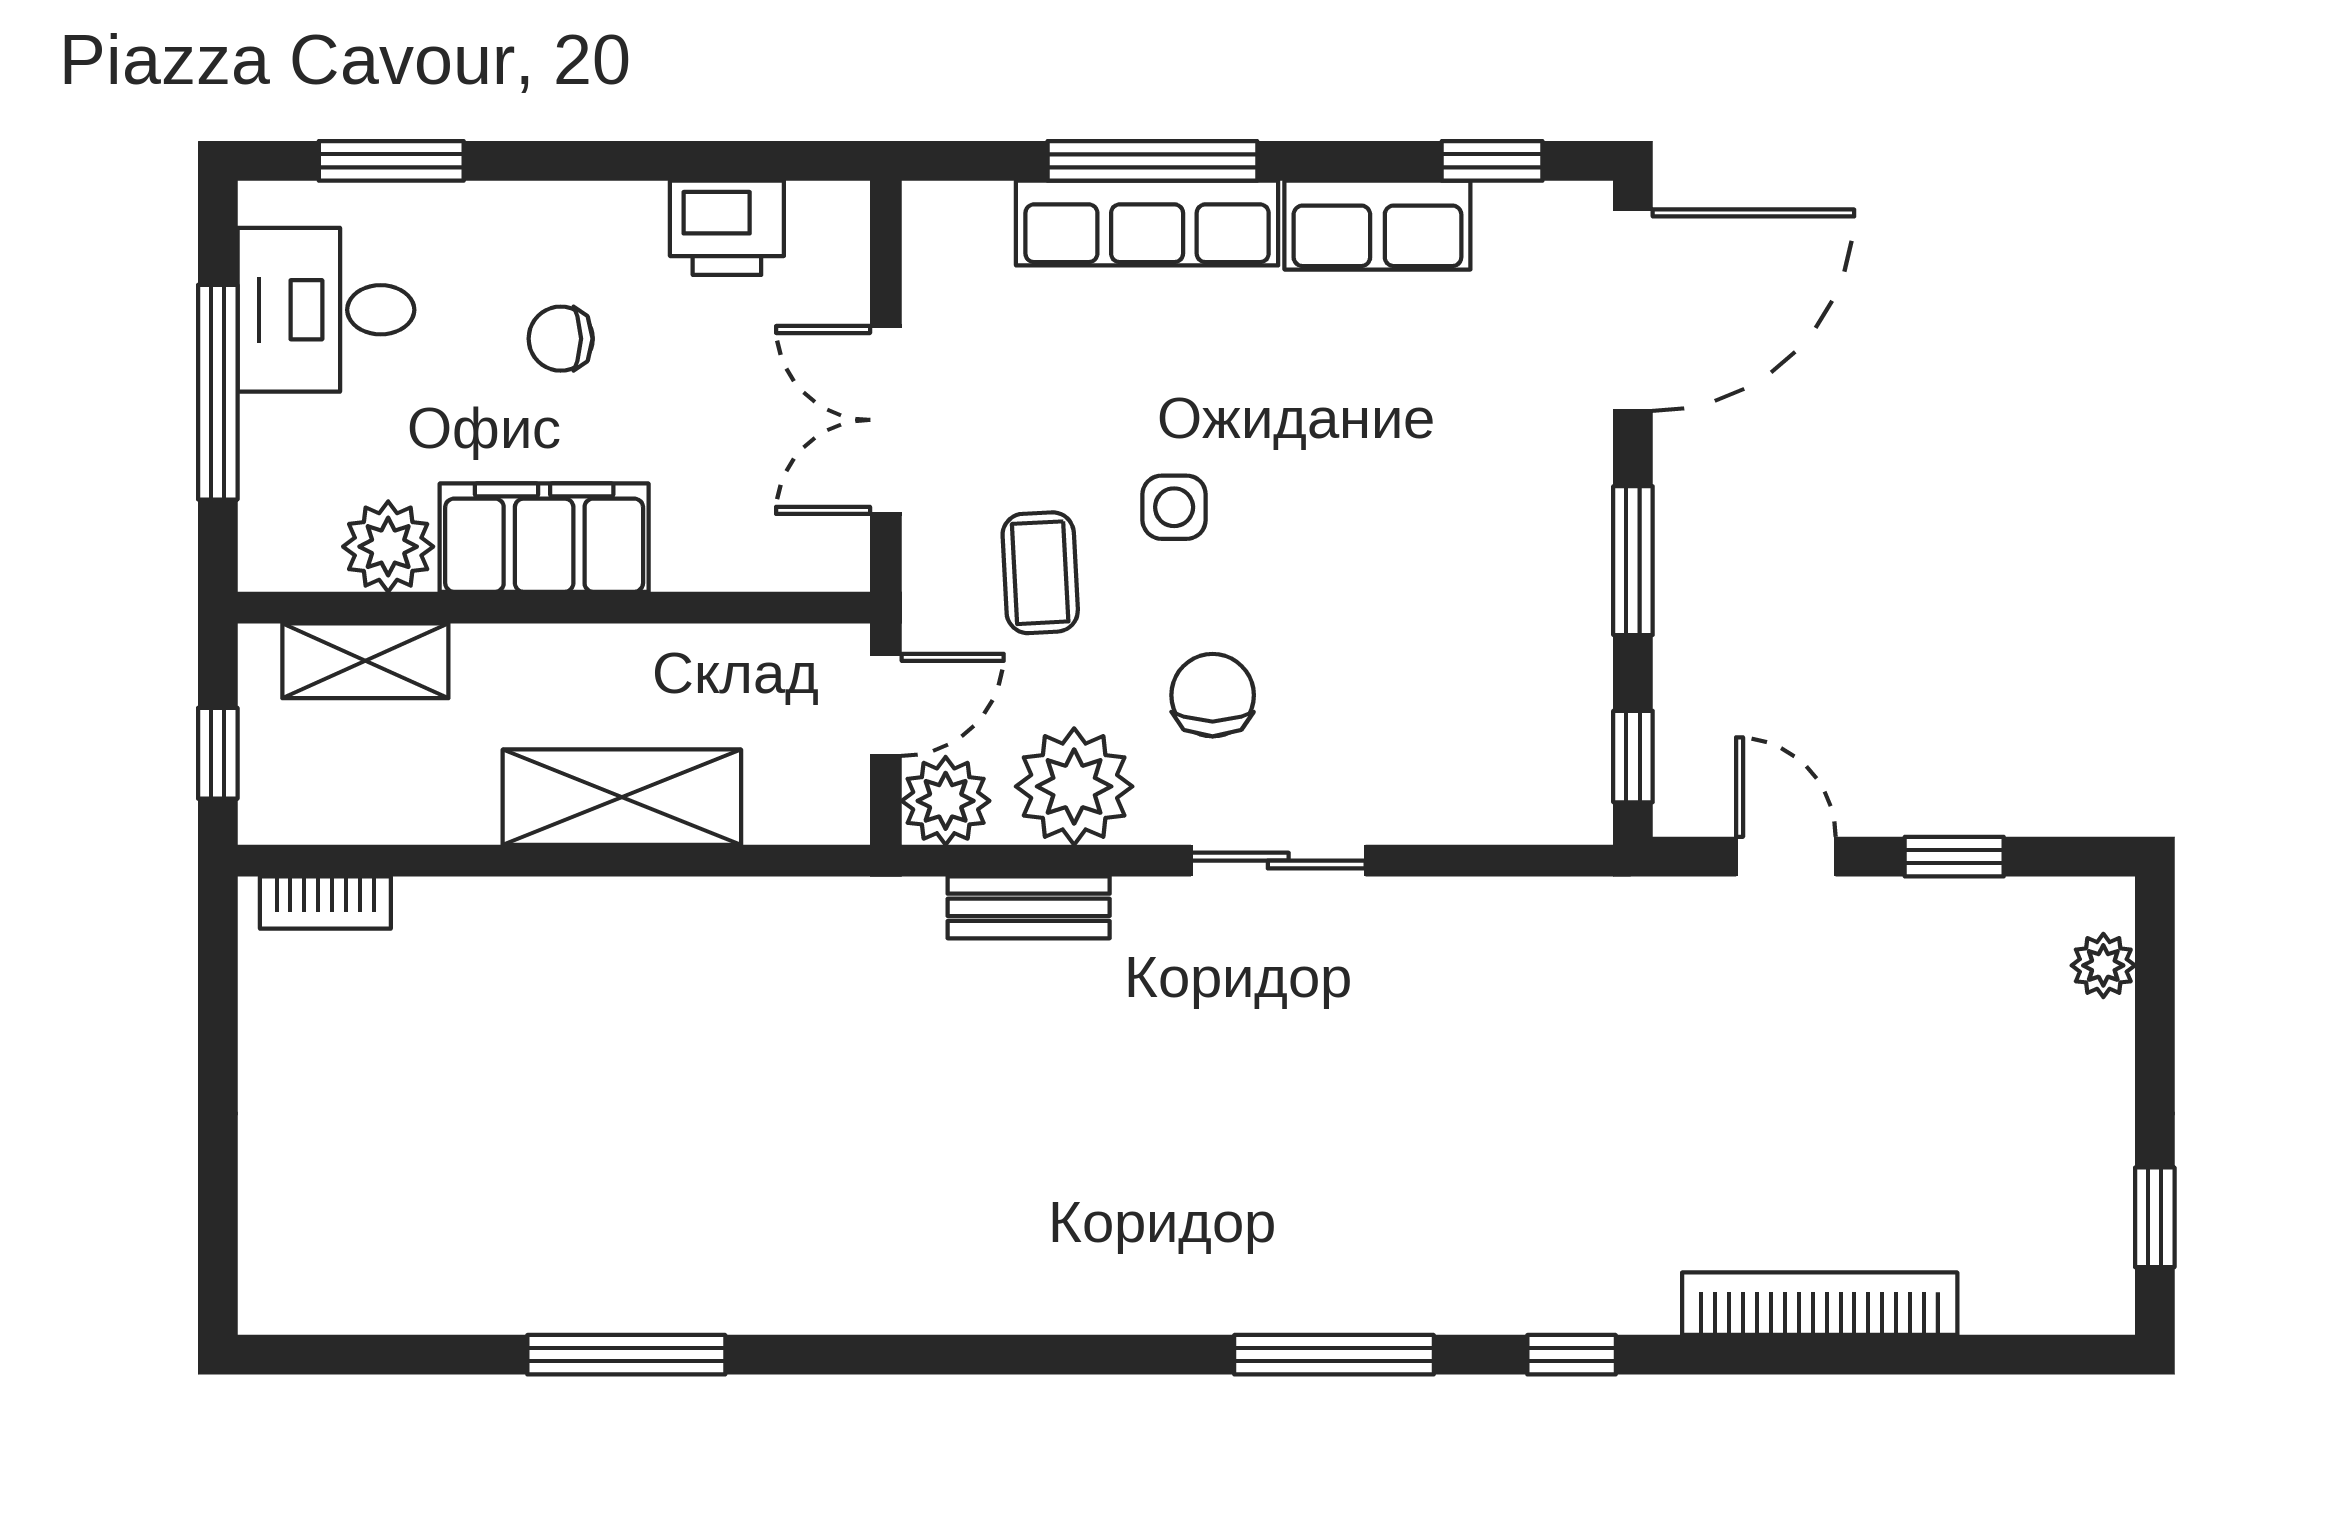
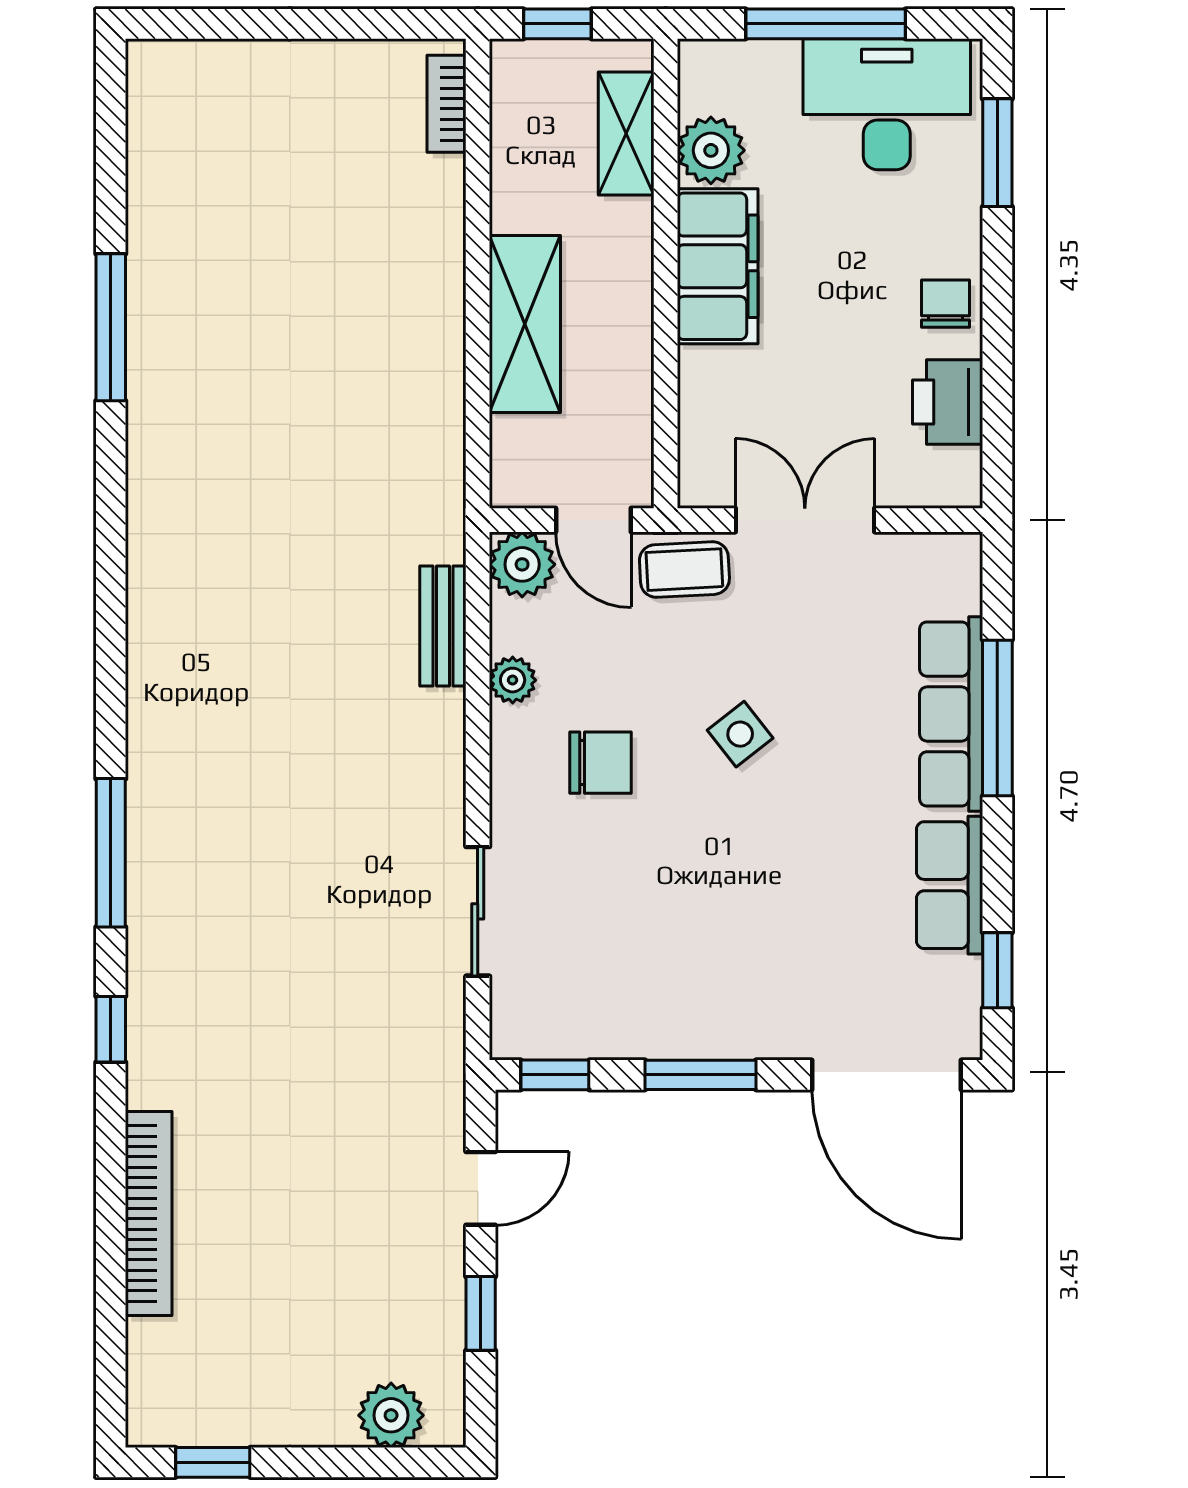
desk: (326, 310) -> (887, 104), width x1.37
chair: (561, 339) -> (946, 304), moved
side table: (1174, 507) -> (740, 734), turned -38
coffee table: (1040, 573) -> (684, 570), moved
plant: (1074, 786) -> (513, 680), width x0.53, depth x0.53
sliding door: (1278, 861) -> (478, 911), moved
plant: (2103, 965) -> (391, 1415), width x1.38, depth x1.38

